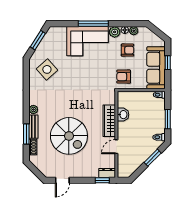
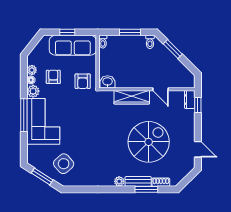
side table: (47, 69) -> (64, 164), moved
washbasin: (123, 115) -> (108, 82), moved

